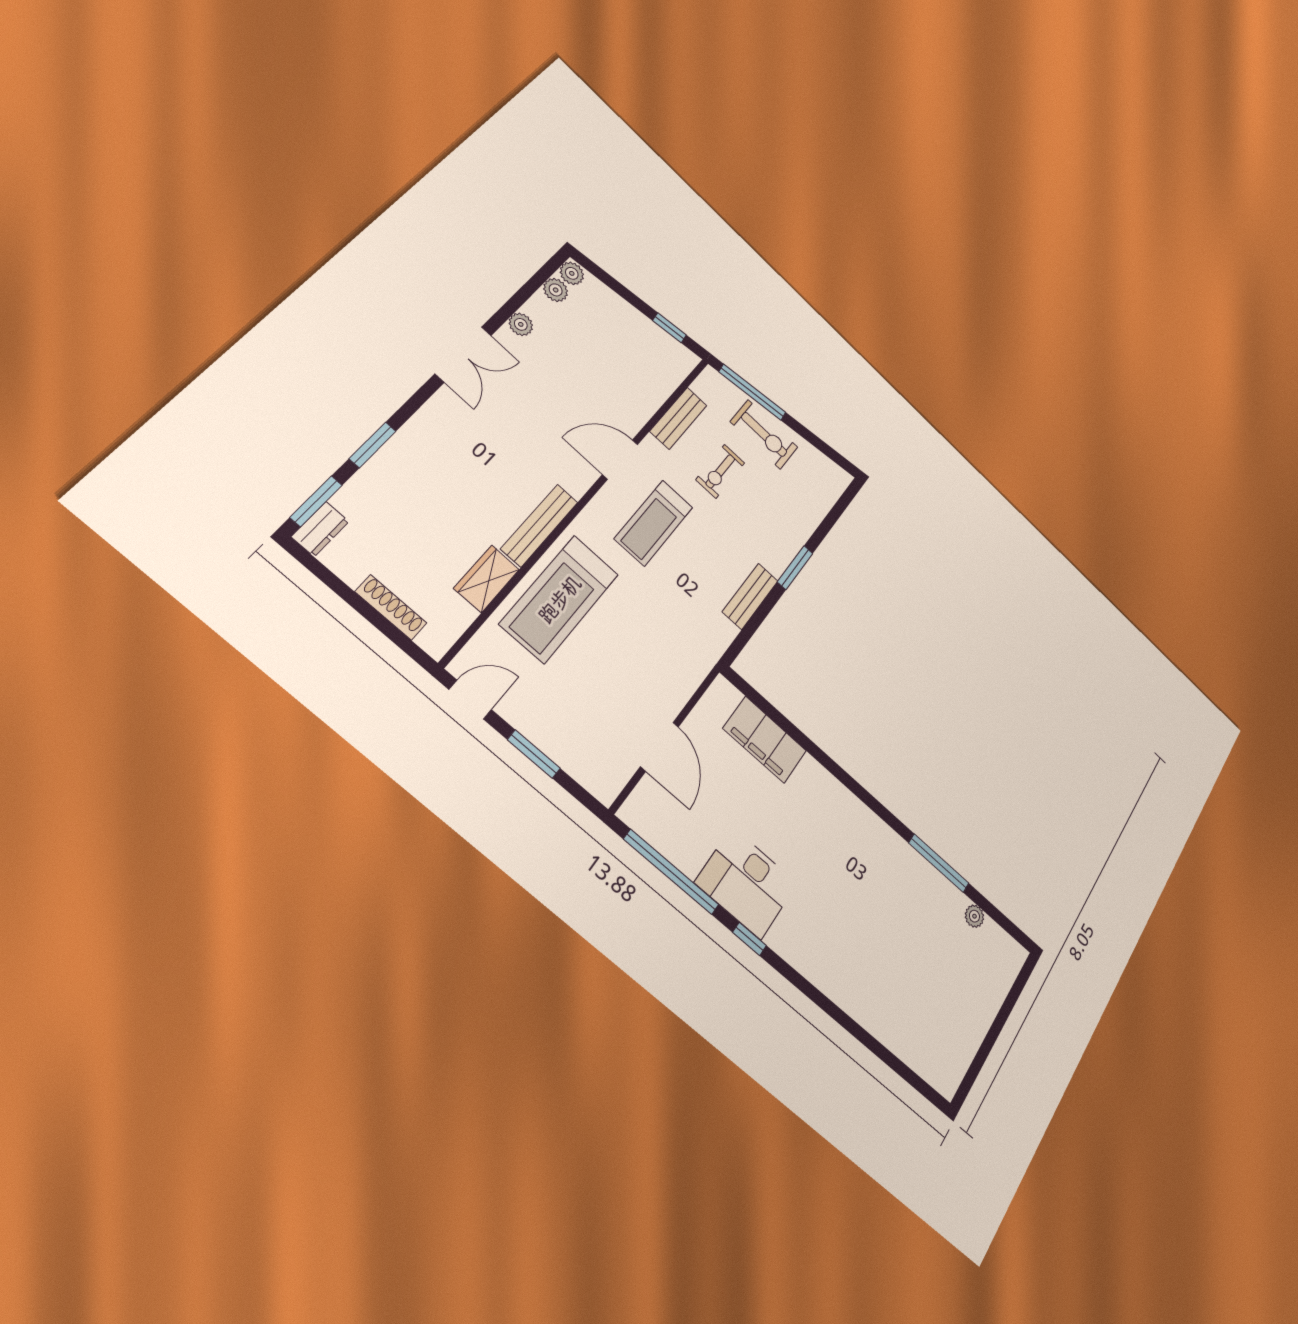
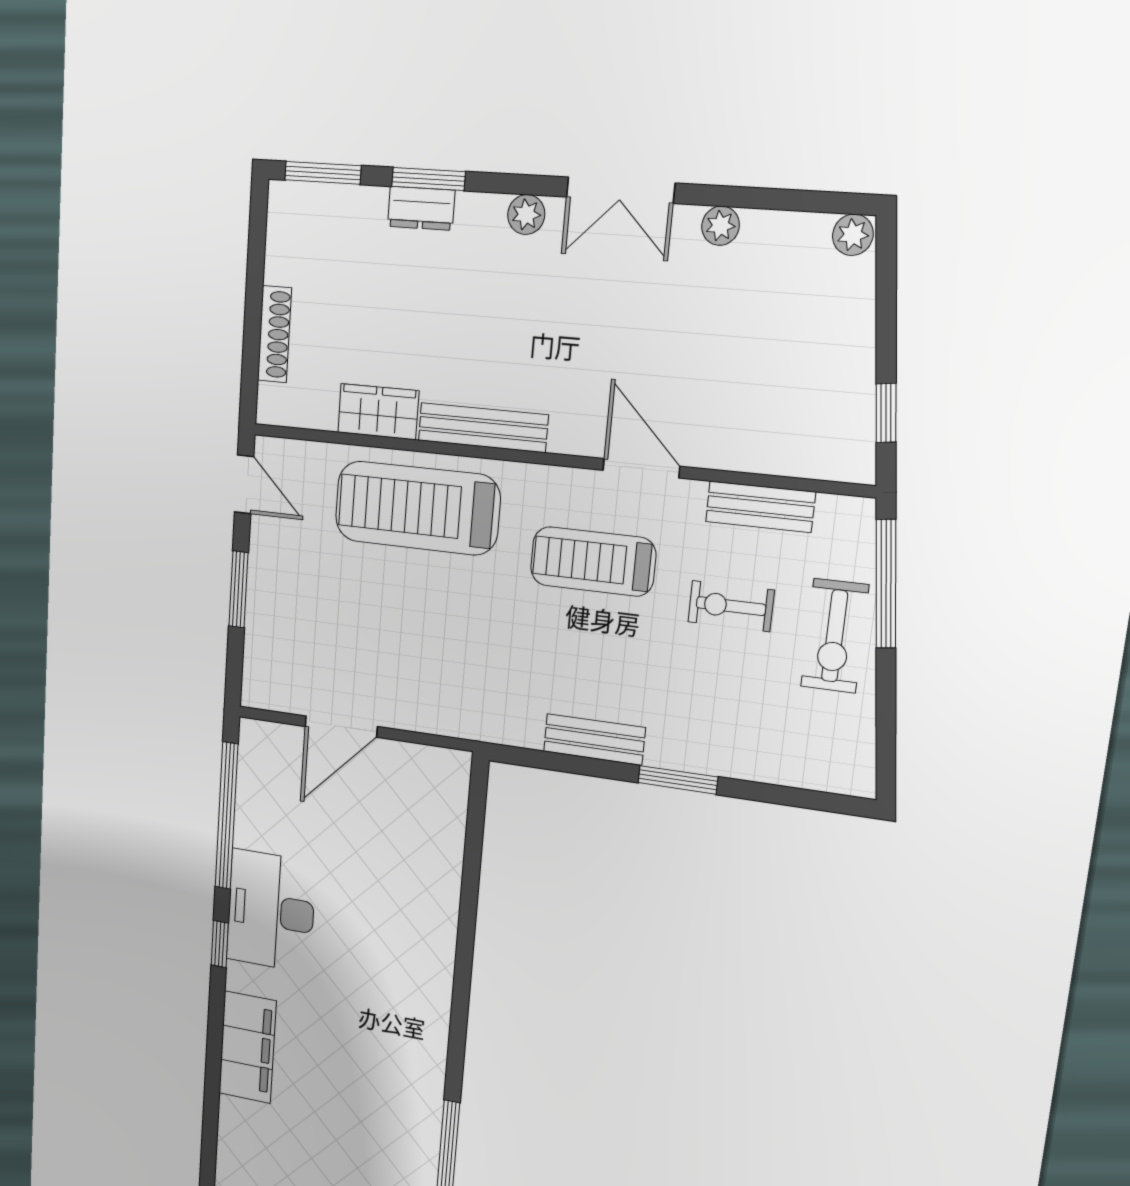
plant: (556, 290) -> (526, 215), moved
dresser: (320, 529) -> (421, 208), moved
filing cabinet: (765, 740) -> (247, 1047), moved, turned 180

